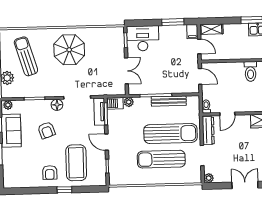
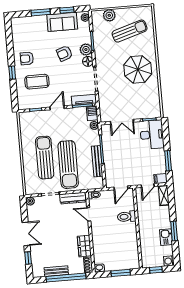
toilet: (250, 71) -> (127, 217), moved
plant: (44, 106) -> (86, 50), added
coffee table: (76, 163) -> (37, 82), width x0.73, depth x0.76

